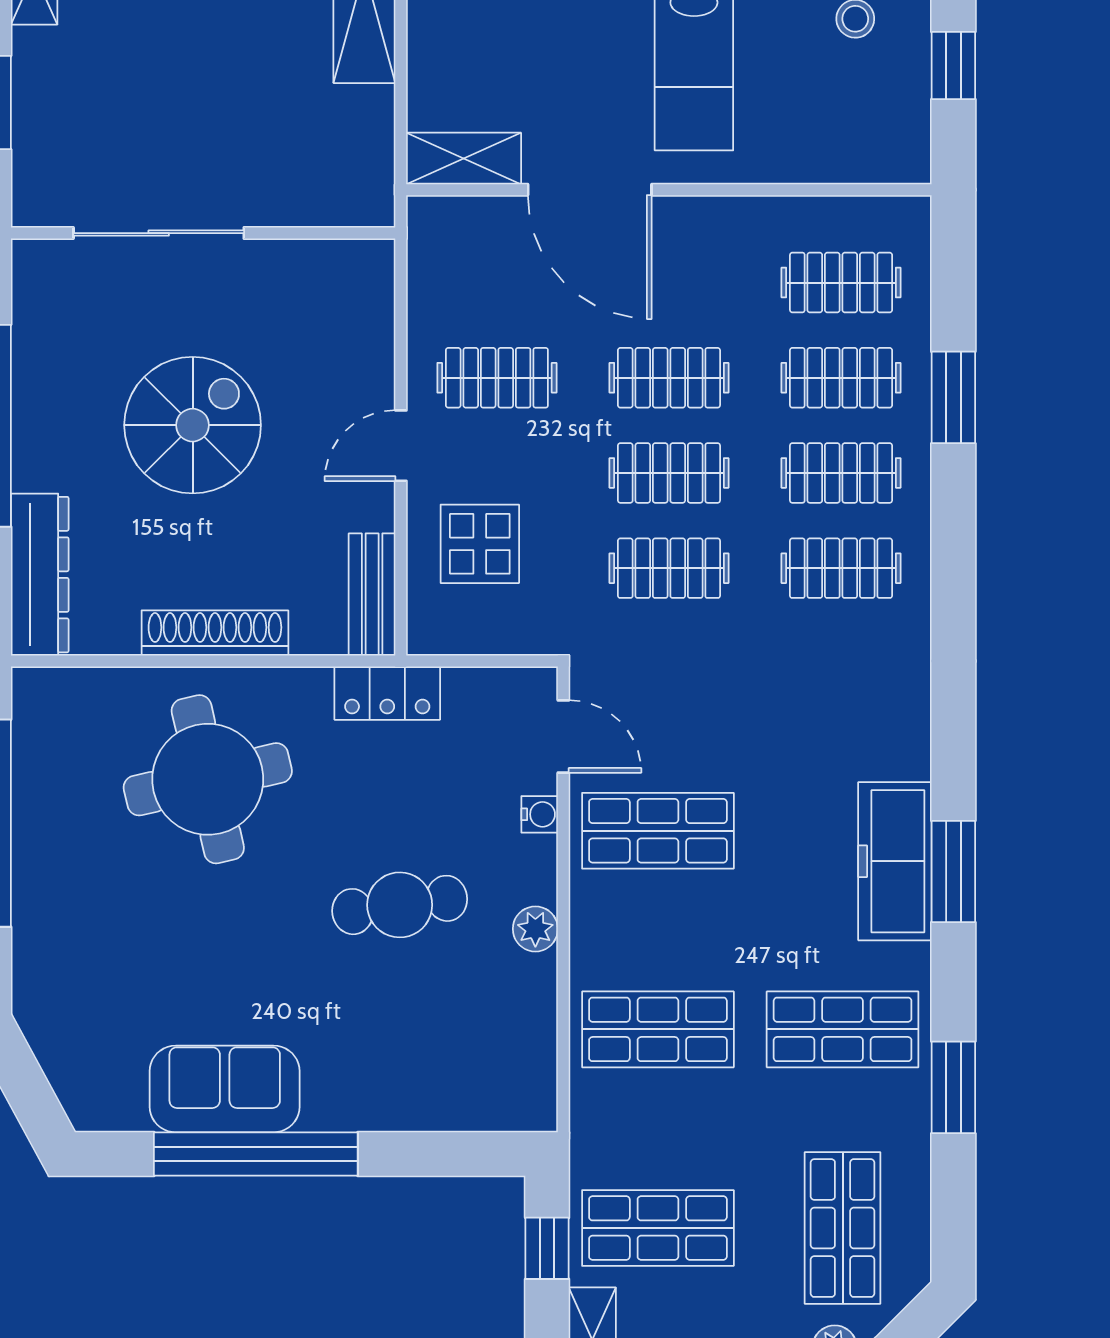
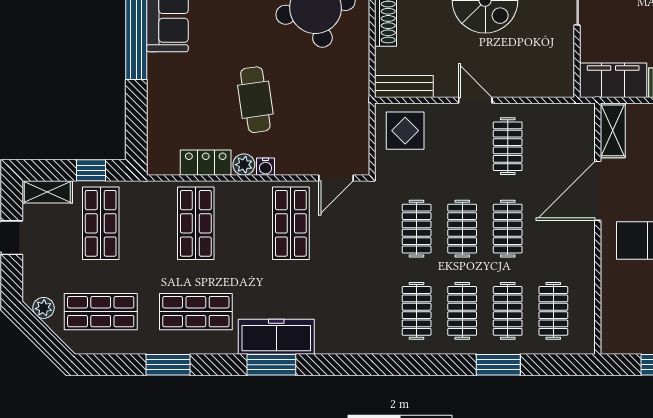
filing cabinet: (359, 157) -> (613, 80), added
display table: (480, 544) -> (405, 131), moved
locker: (387, 693) -> (206, 163), moved, turned 90
water cooler: (540, 814) -> (266, 167), moved
shop shelf: (843, 1029) -> (196, 312), turned 90

